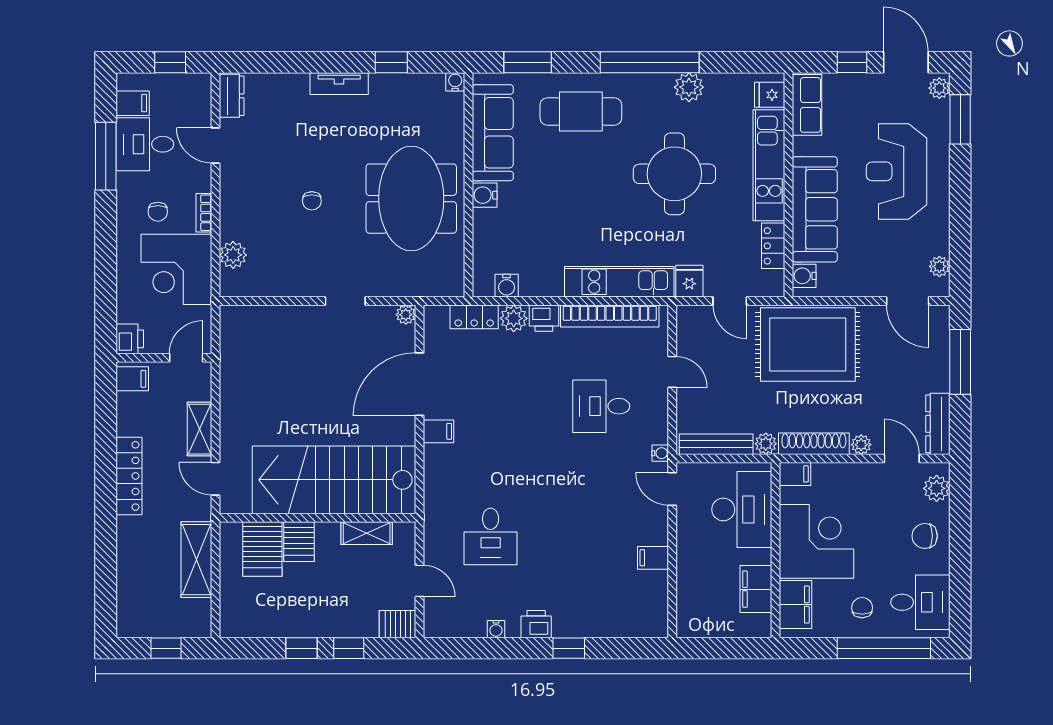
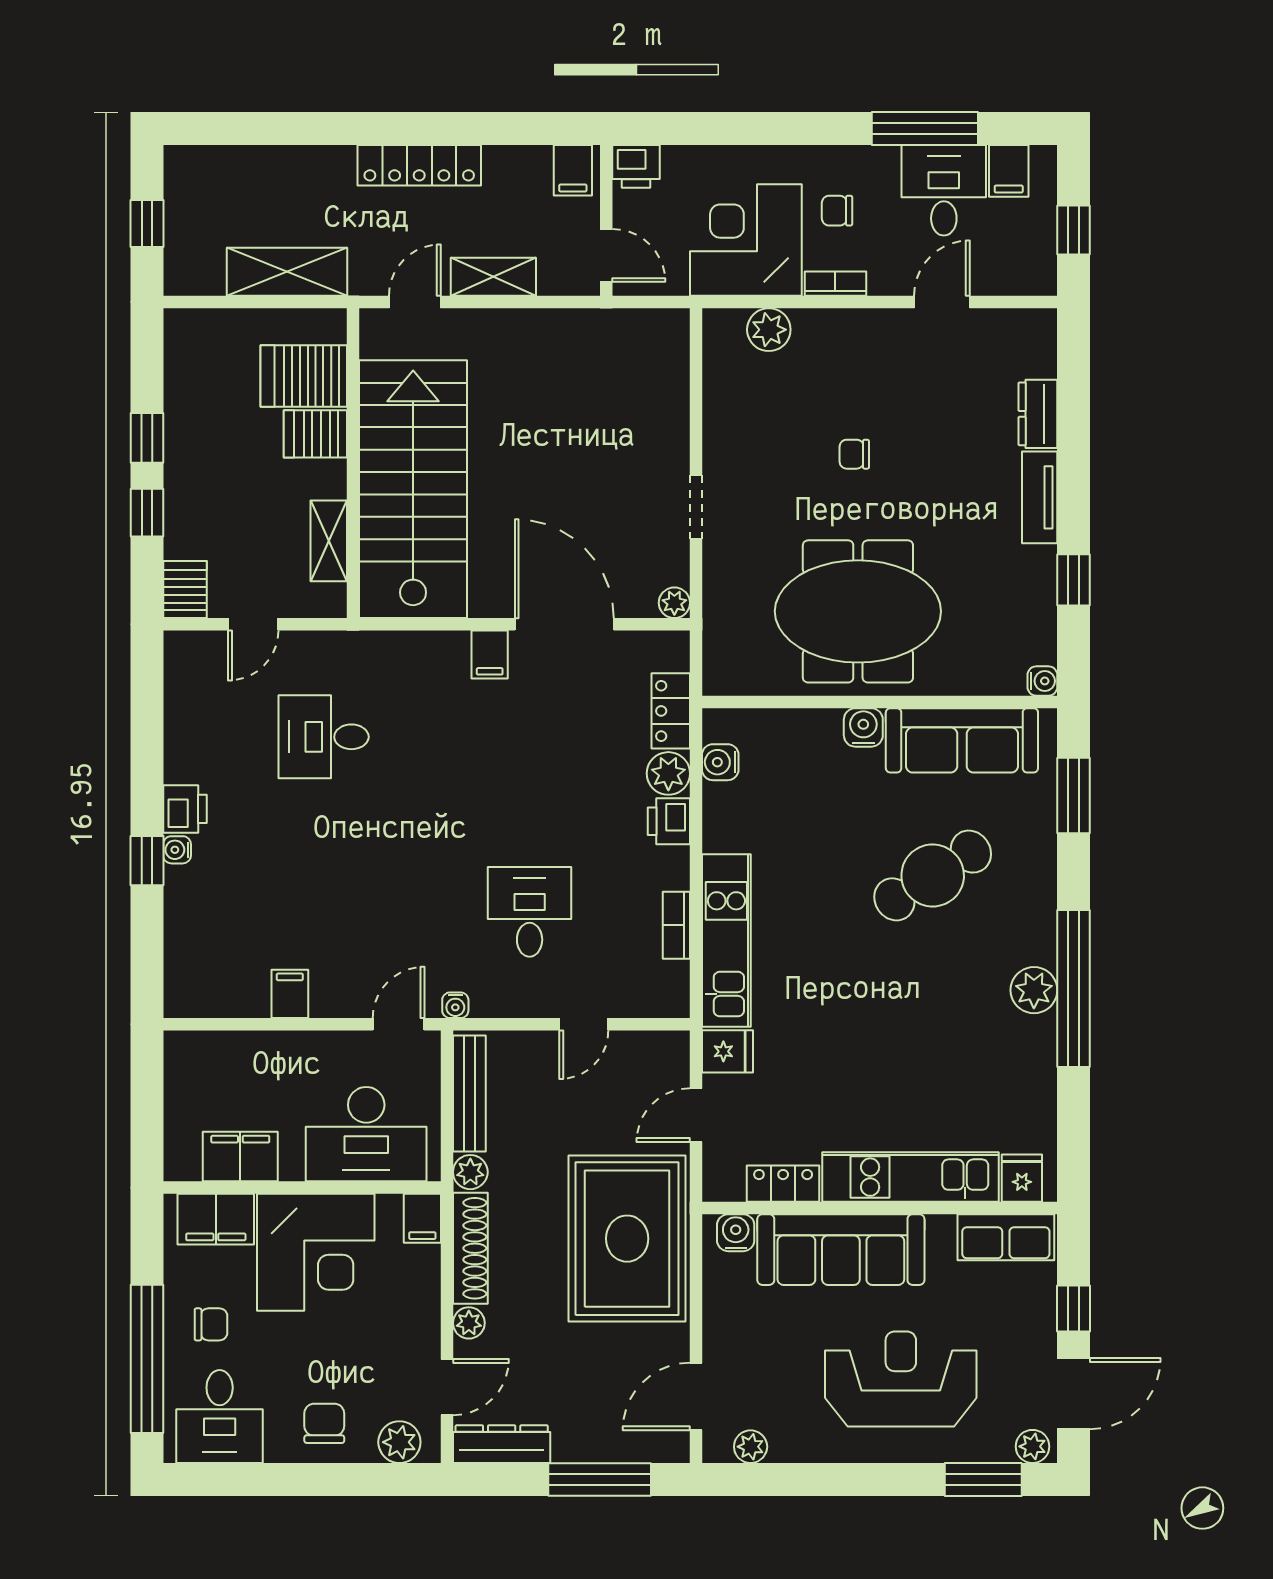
plant: (689, 87) -> (1034, 990), moved
dresser: (232, 96) -> (1038, 414), moved, turned 90
cafe table: (581, 111) -> (933, 875), moved, turned 58
round table: (674, 174) -> (897, 1028), removed
bookcase: (610, 316) -> (676, 925), width x0.43, depth x0.76
water cooler: (496, 629) -> (177, 850), moved

